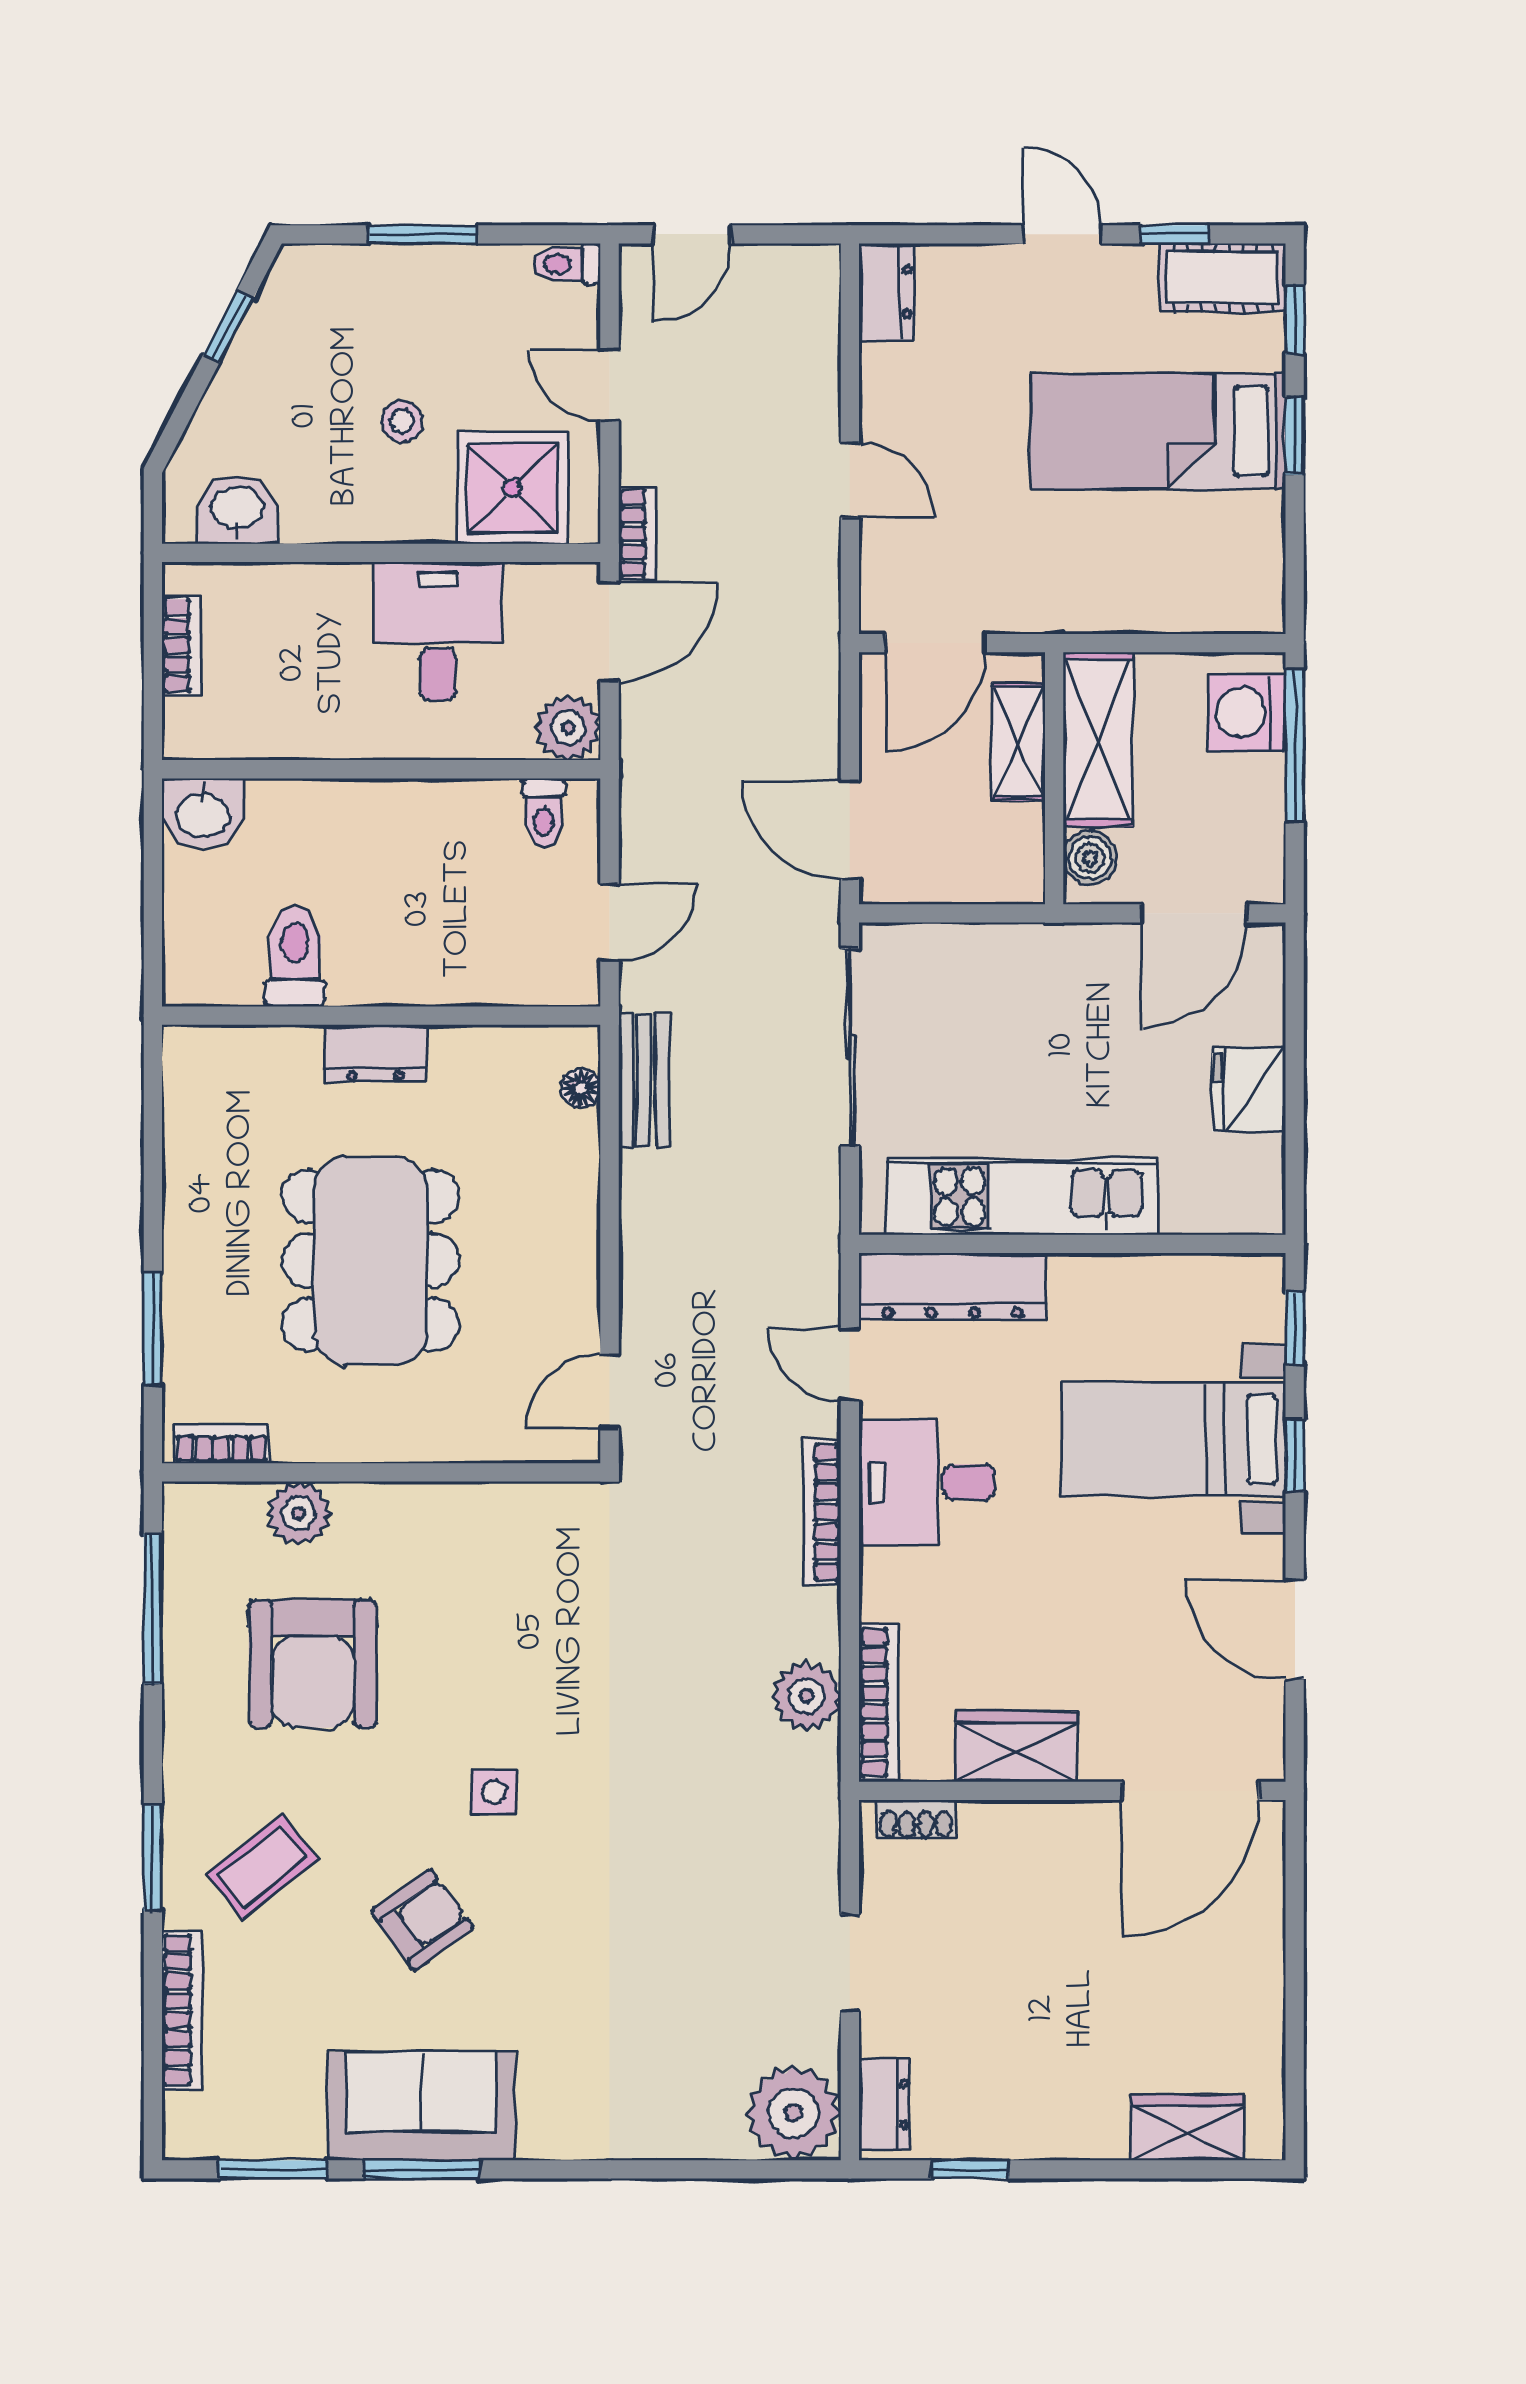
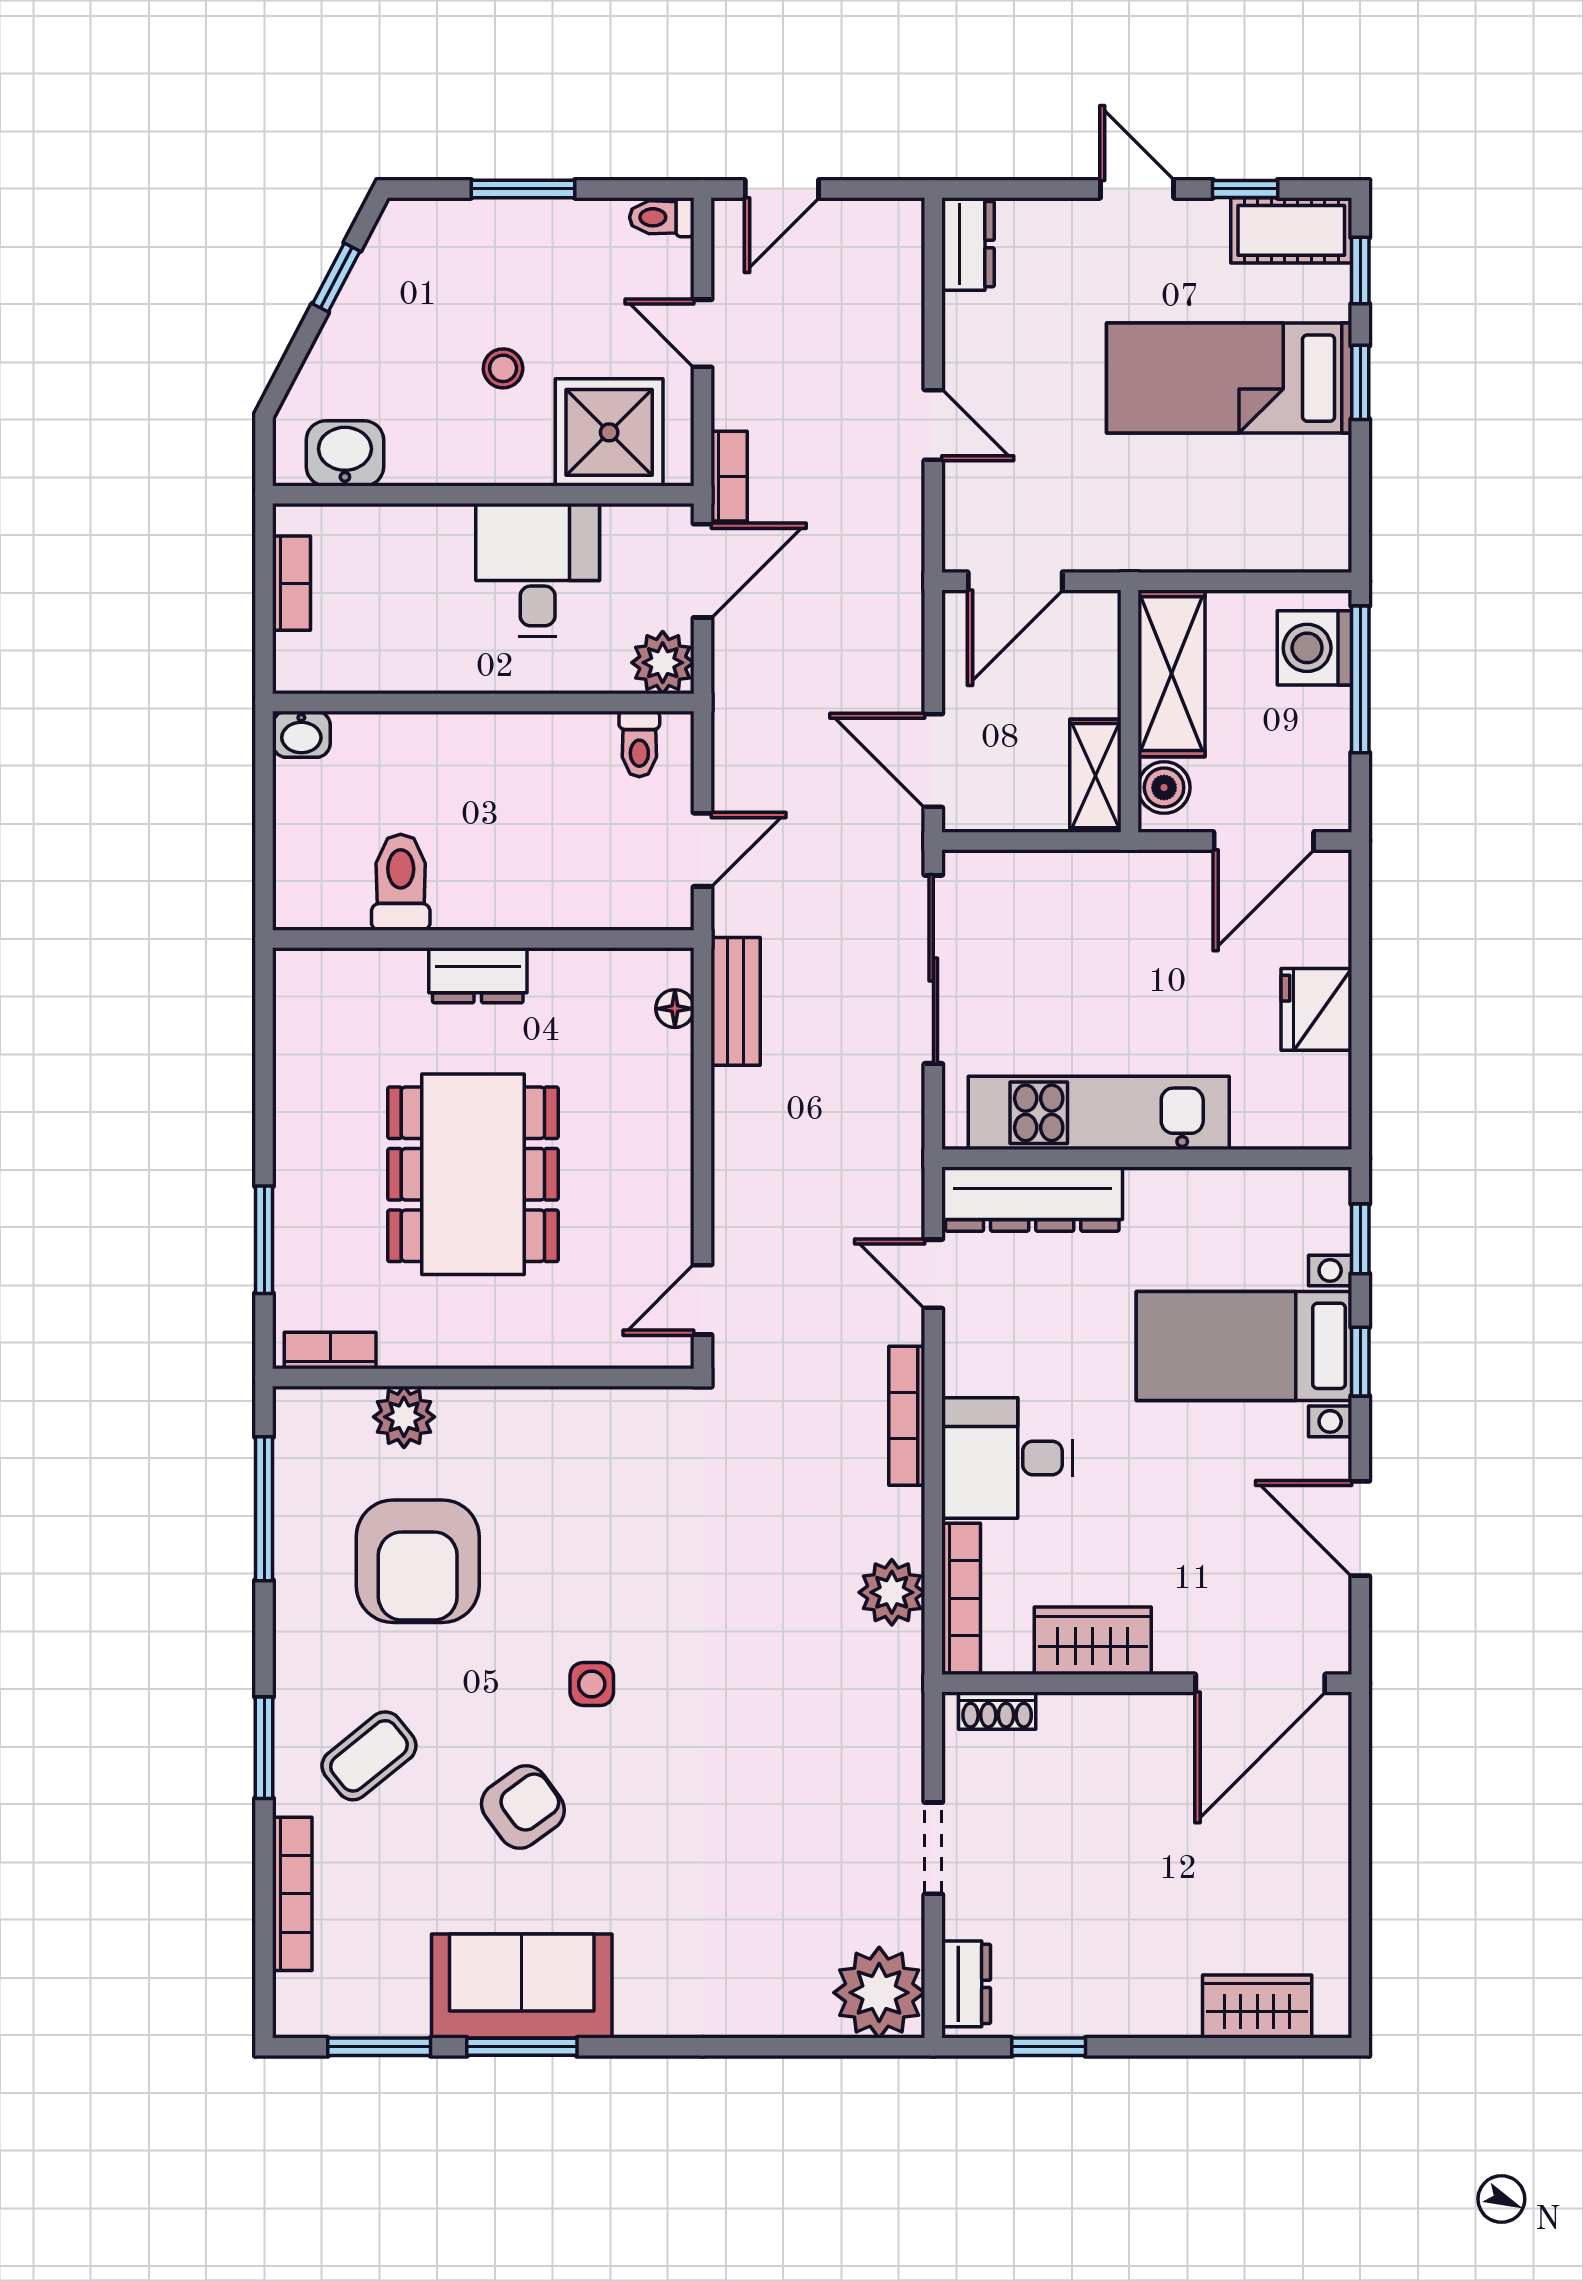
shelving: (1019, 742) -> (1095, 776), moved
washbasin: (203, 813) -> (301, 734), width x0.72, depth x0.69
desk: (927, 1482) -> (1007, 1458), moved

